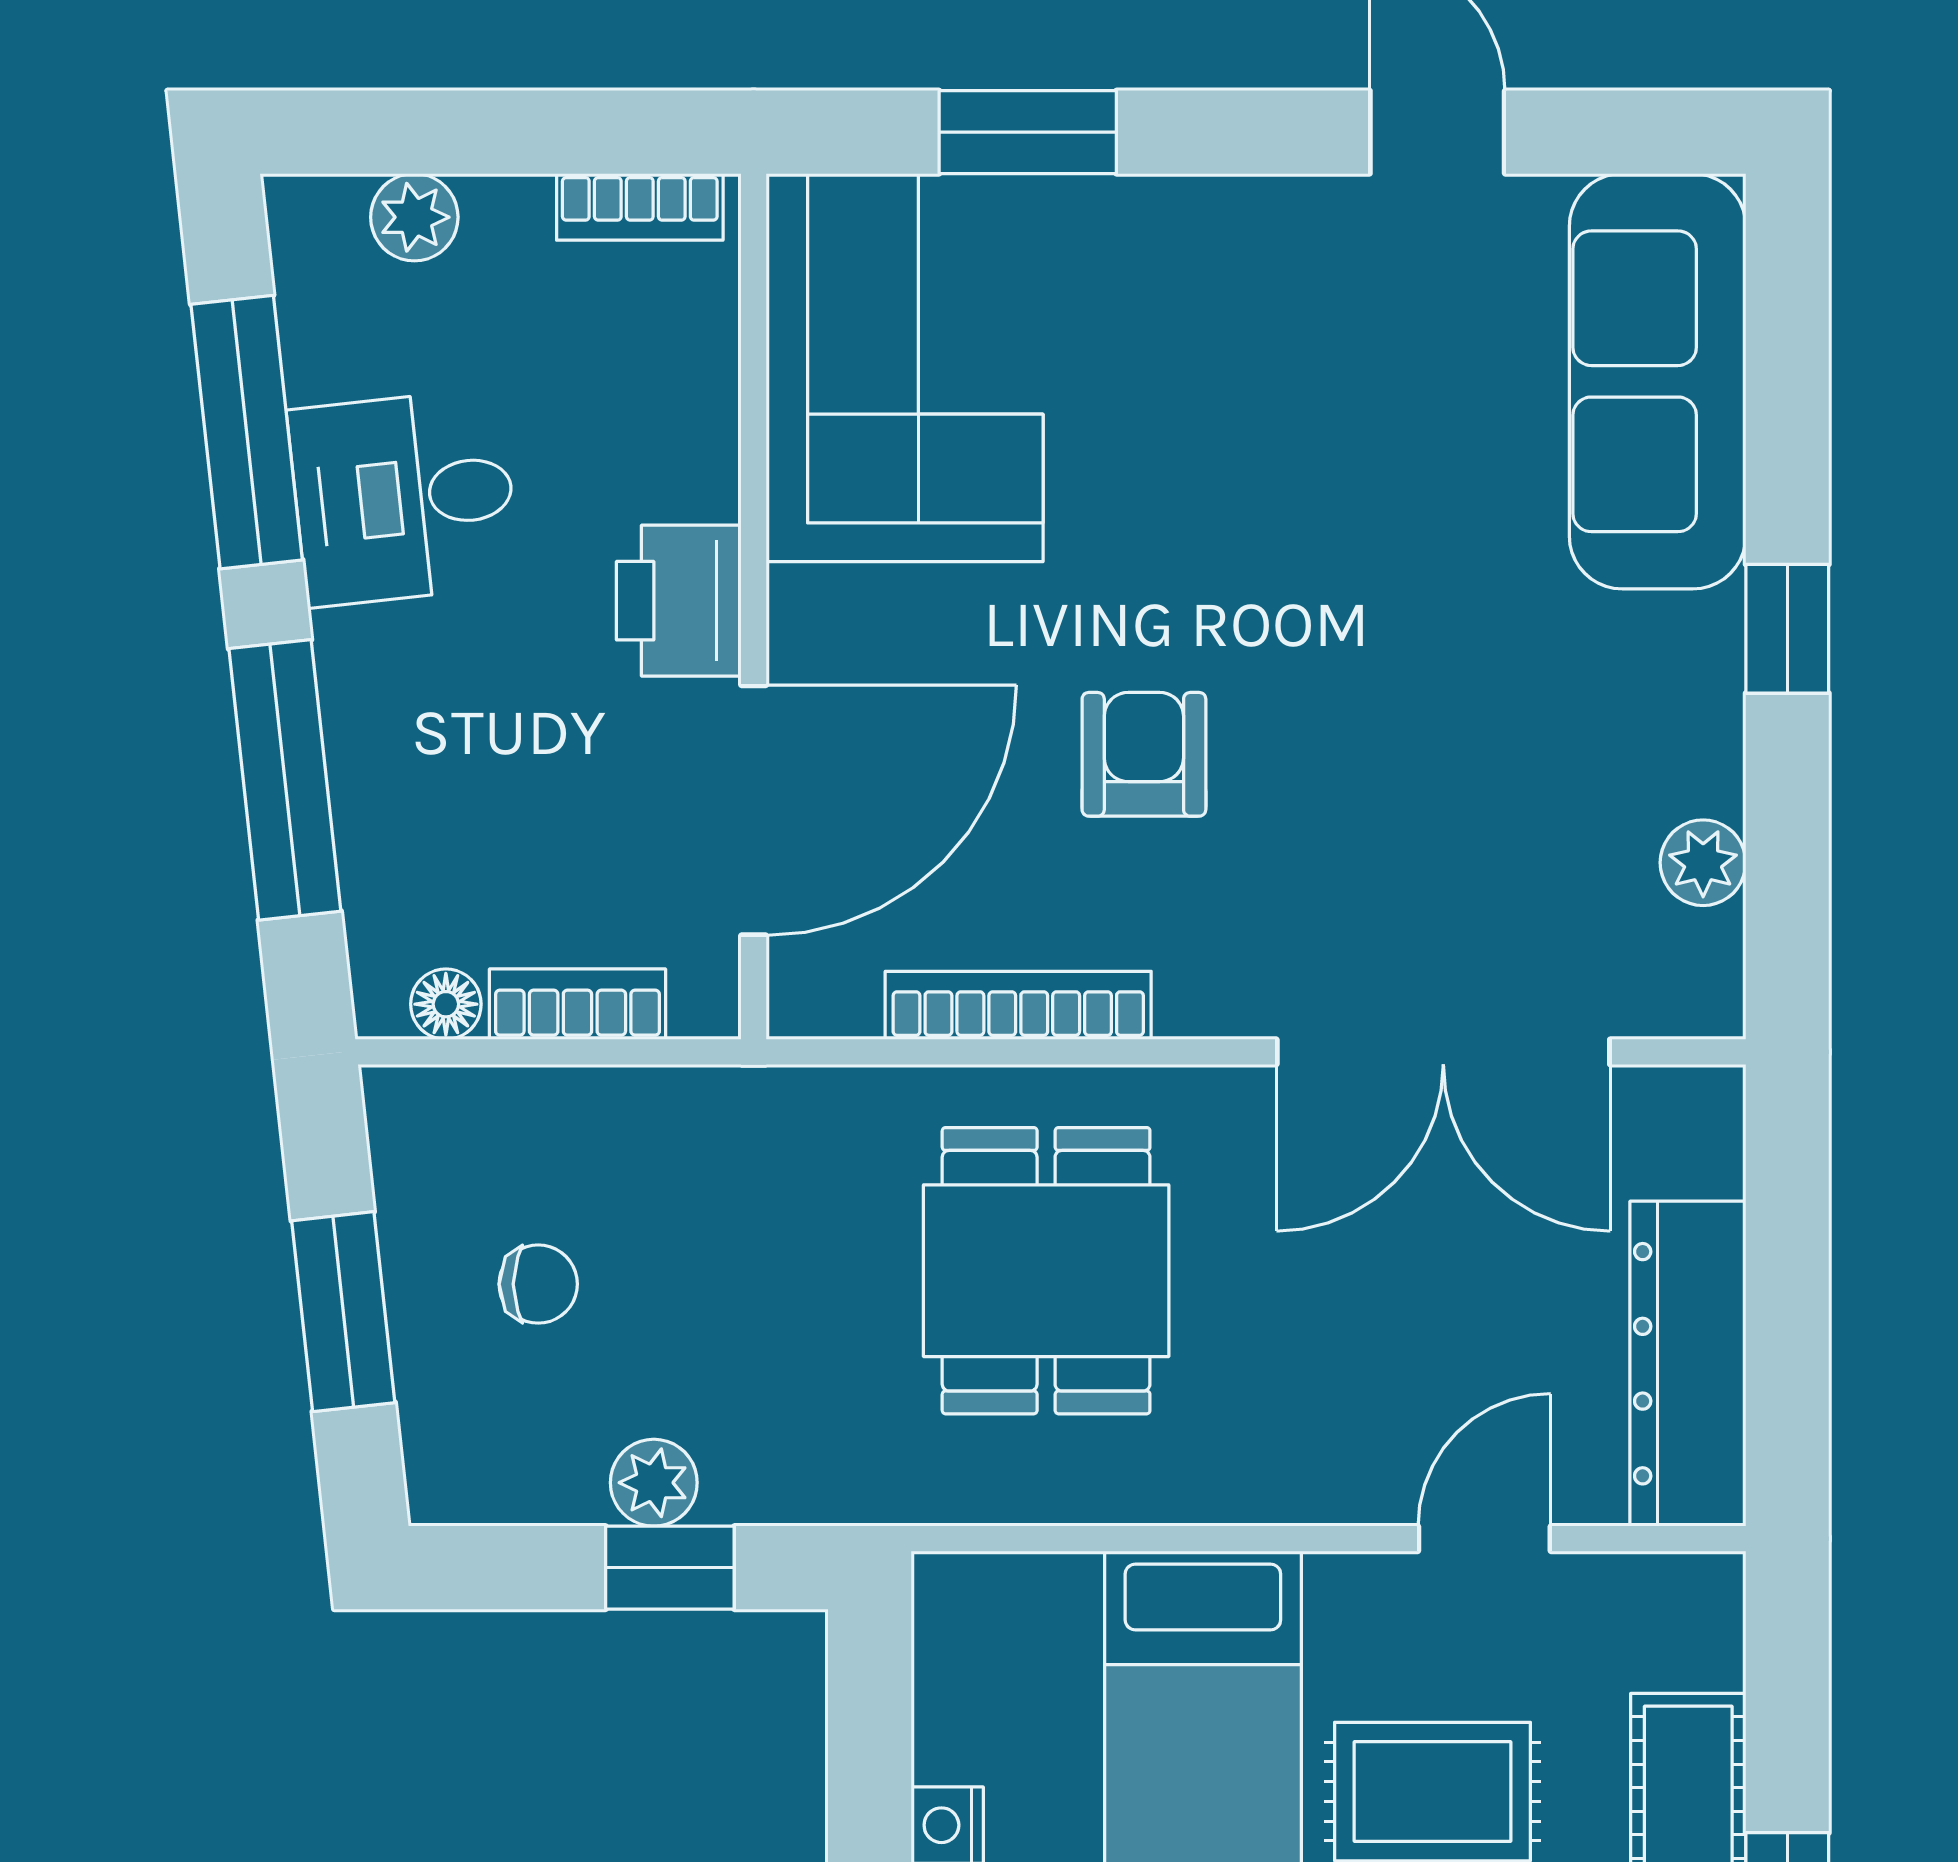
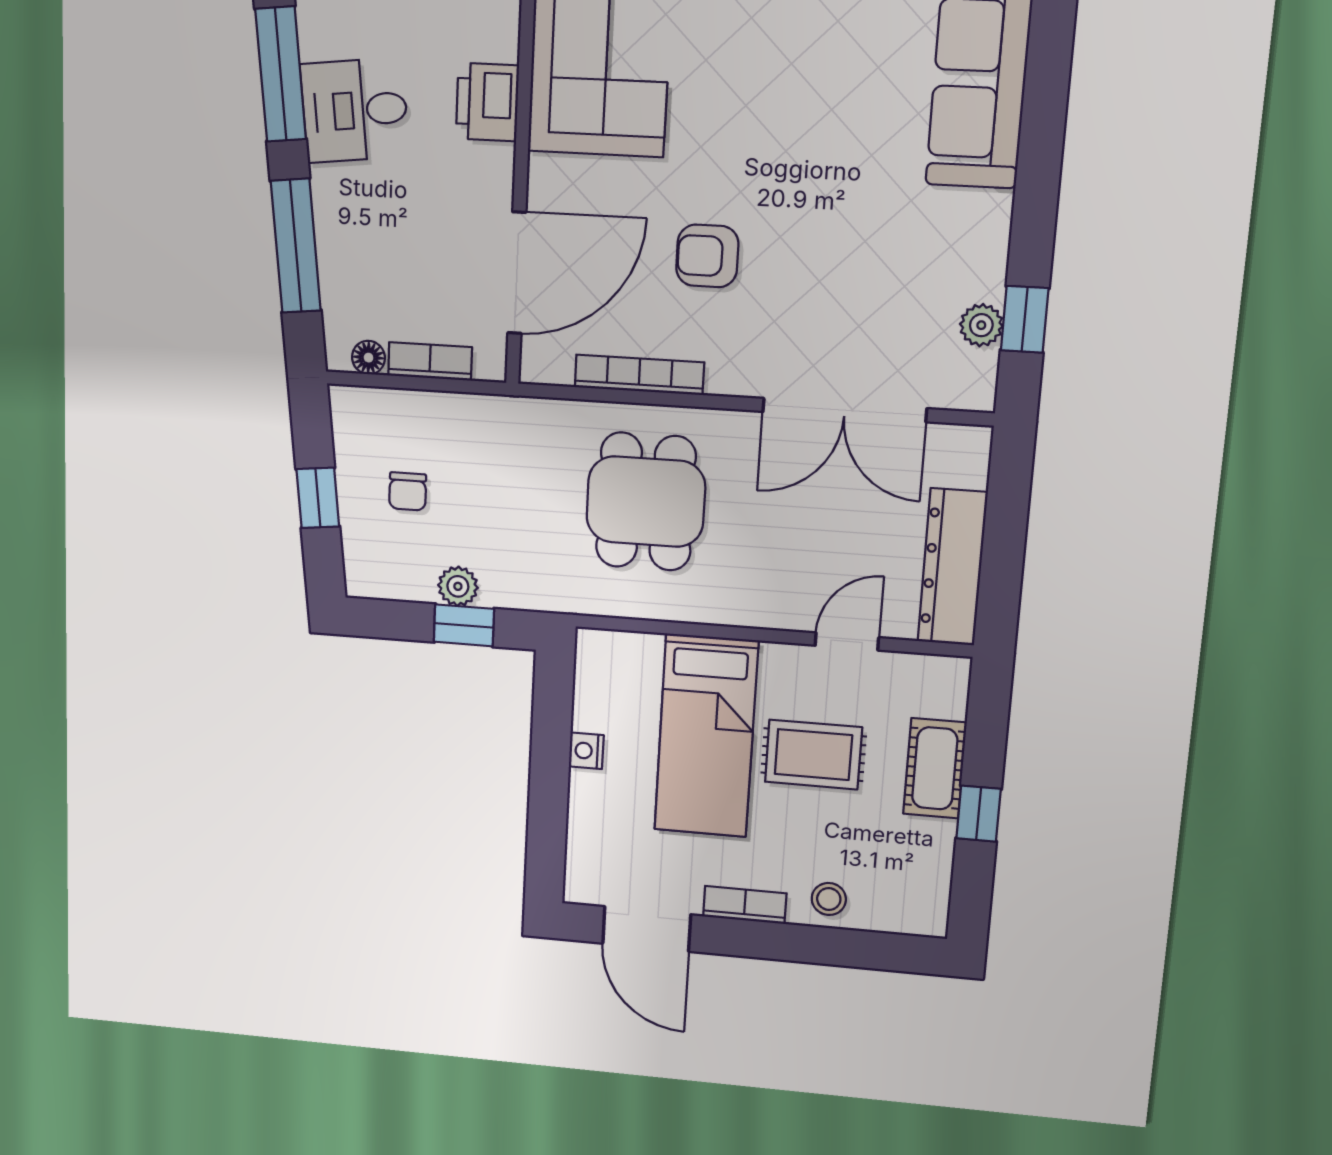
printer: (679, 601) -> (487, 102), moved
window: (1787, 629) -> (1025, 319), moved
armchair: (1144, 754) -> (707, 256), turned -90
chair: (538, 1284) -> (408, 491), turned 90
window: (343, 1312) -> (318, 498), width x0.67

